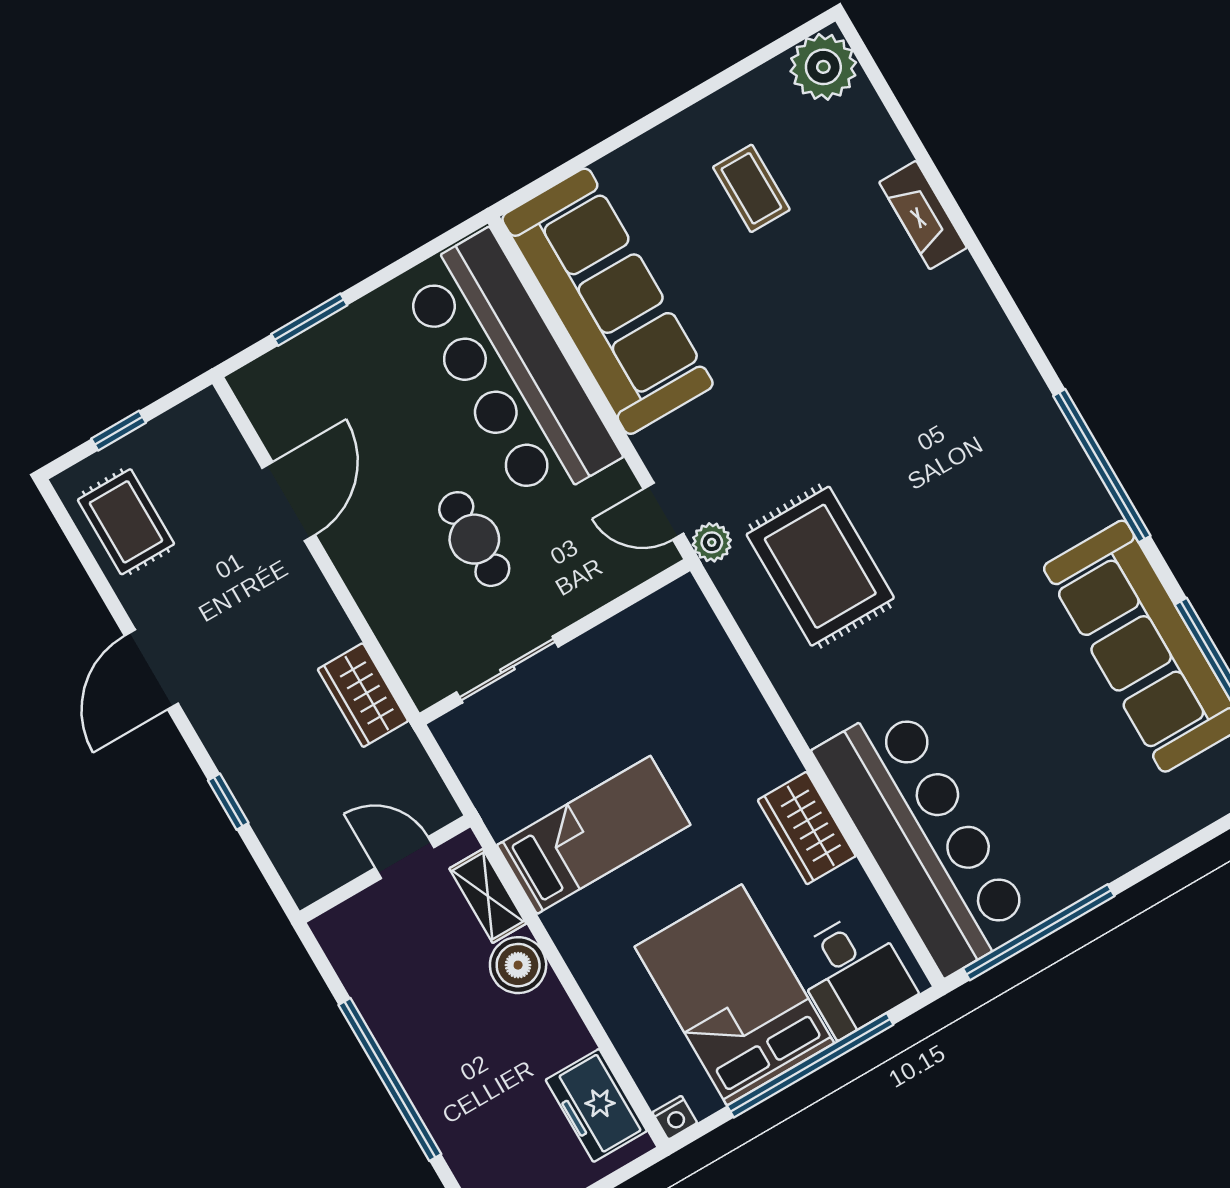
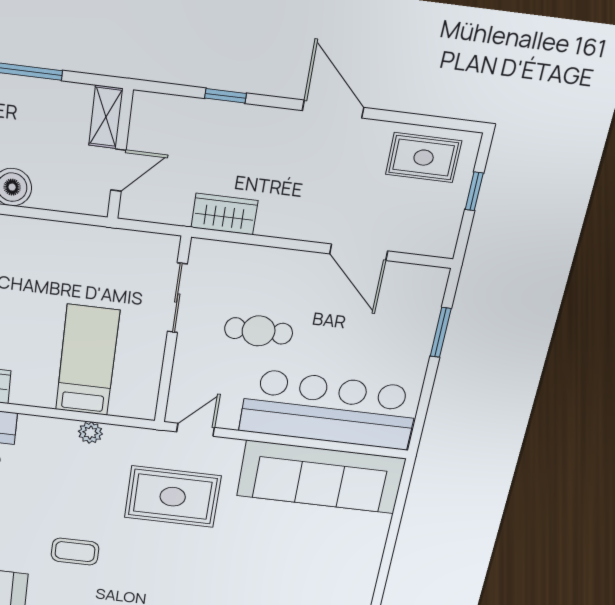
coffee table: (751, 188) -> (75, 552), moved
plant: (712, 542) -> (90, 433), moved
rug: (820, 566) -> (173, 497), moved
bed: (594, 835) -> (87, 361), moved, turned 180
shelving: (488, 896) -> (106, 117), moved, turned 90

